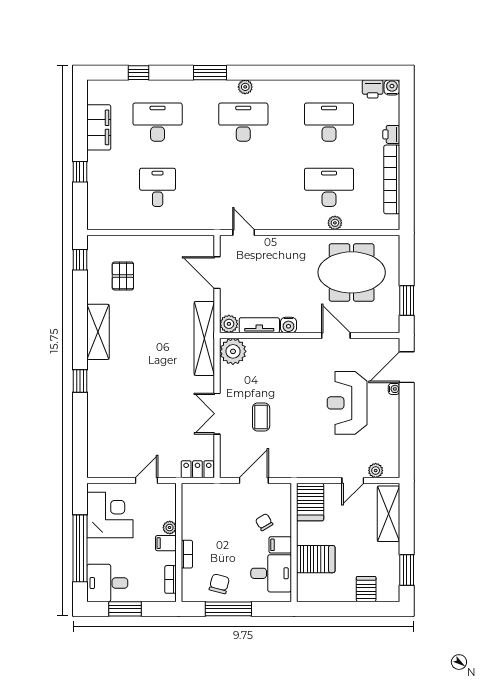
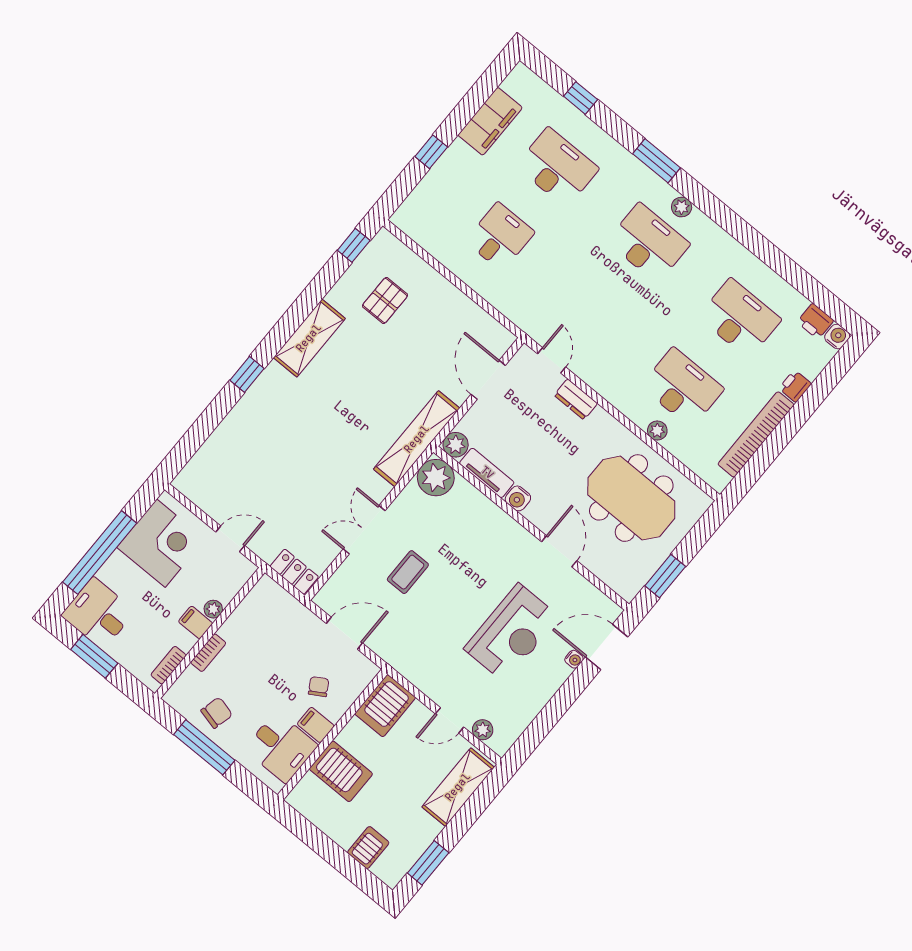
dresser: (275, 243) -> (576, 399), added
reception desk: (347, 403) -> (512, 633), turned 180

